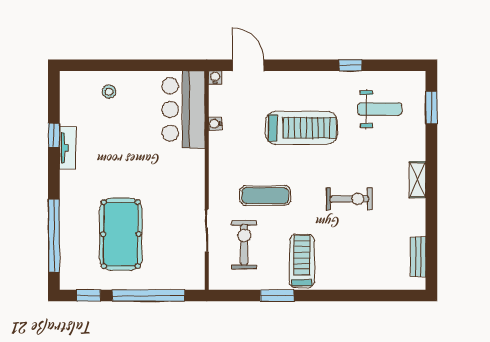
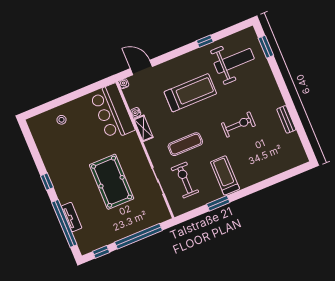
weight bench: (380, 109) -> (234, 61), width x1.36, depth x1.33
window: (54, 135) -> (47, 182), moved
tv unit: (68, 148) -> (72, 217), moved
shelving: (418, 180) -> (143, 128), moved
pool table: (121, 234) -> (112, 182), moved
bench: (418, 257) -> (286, 119), moved

